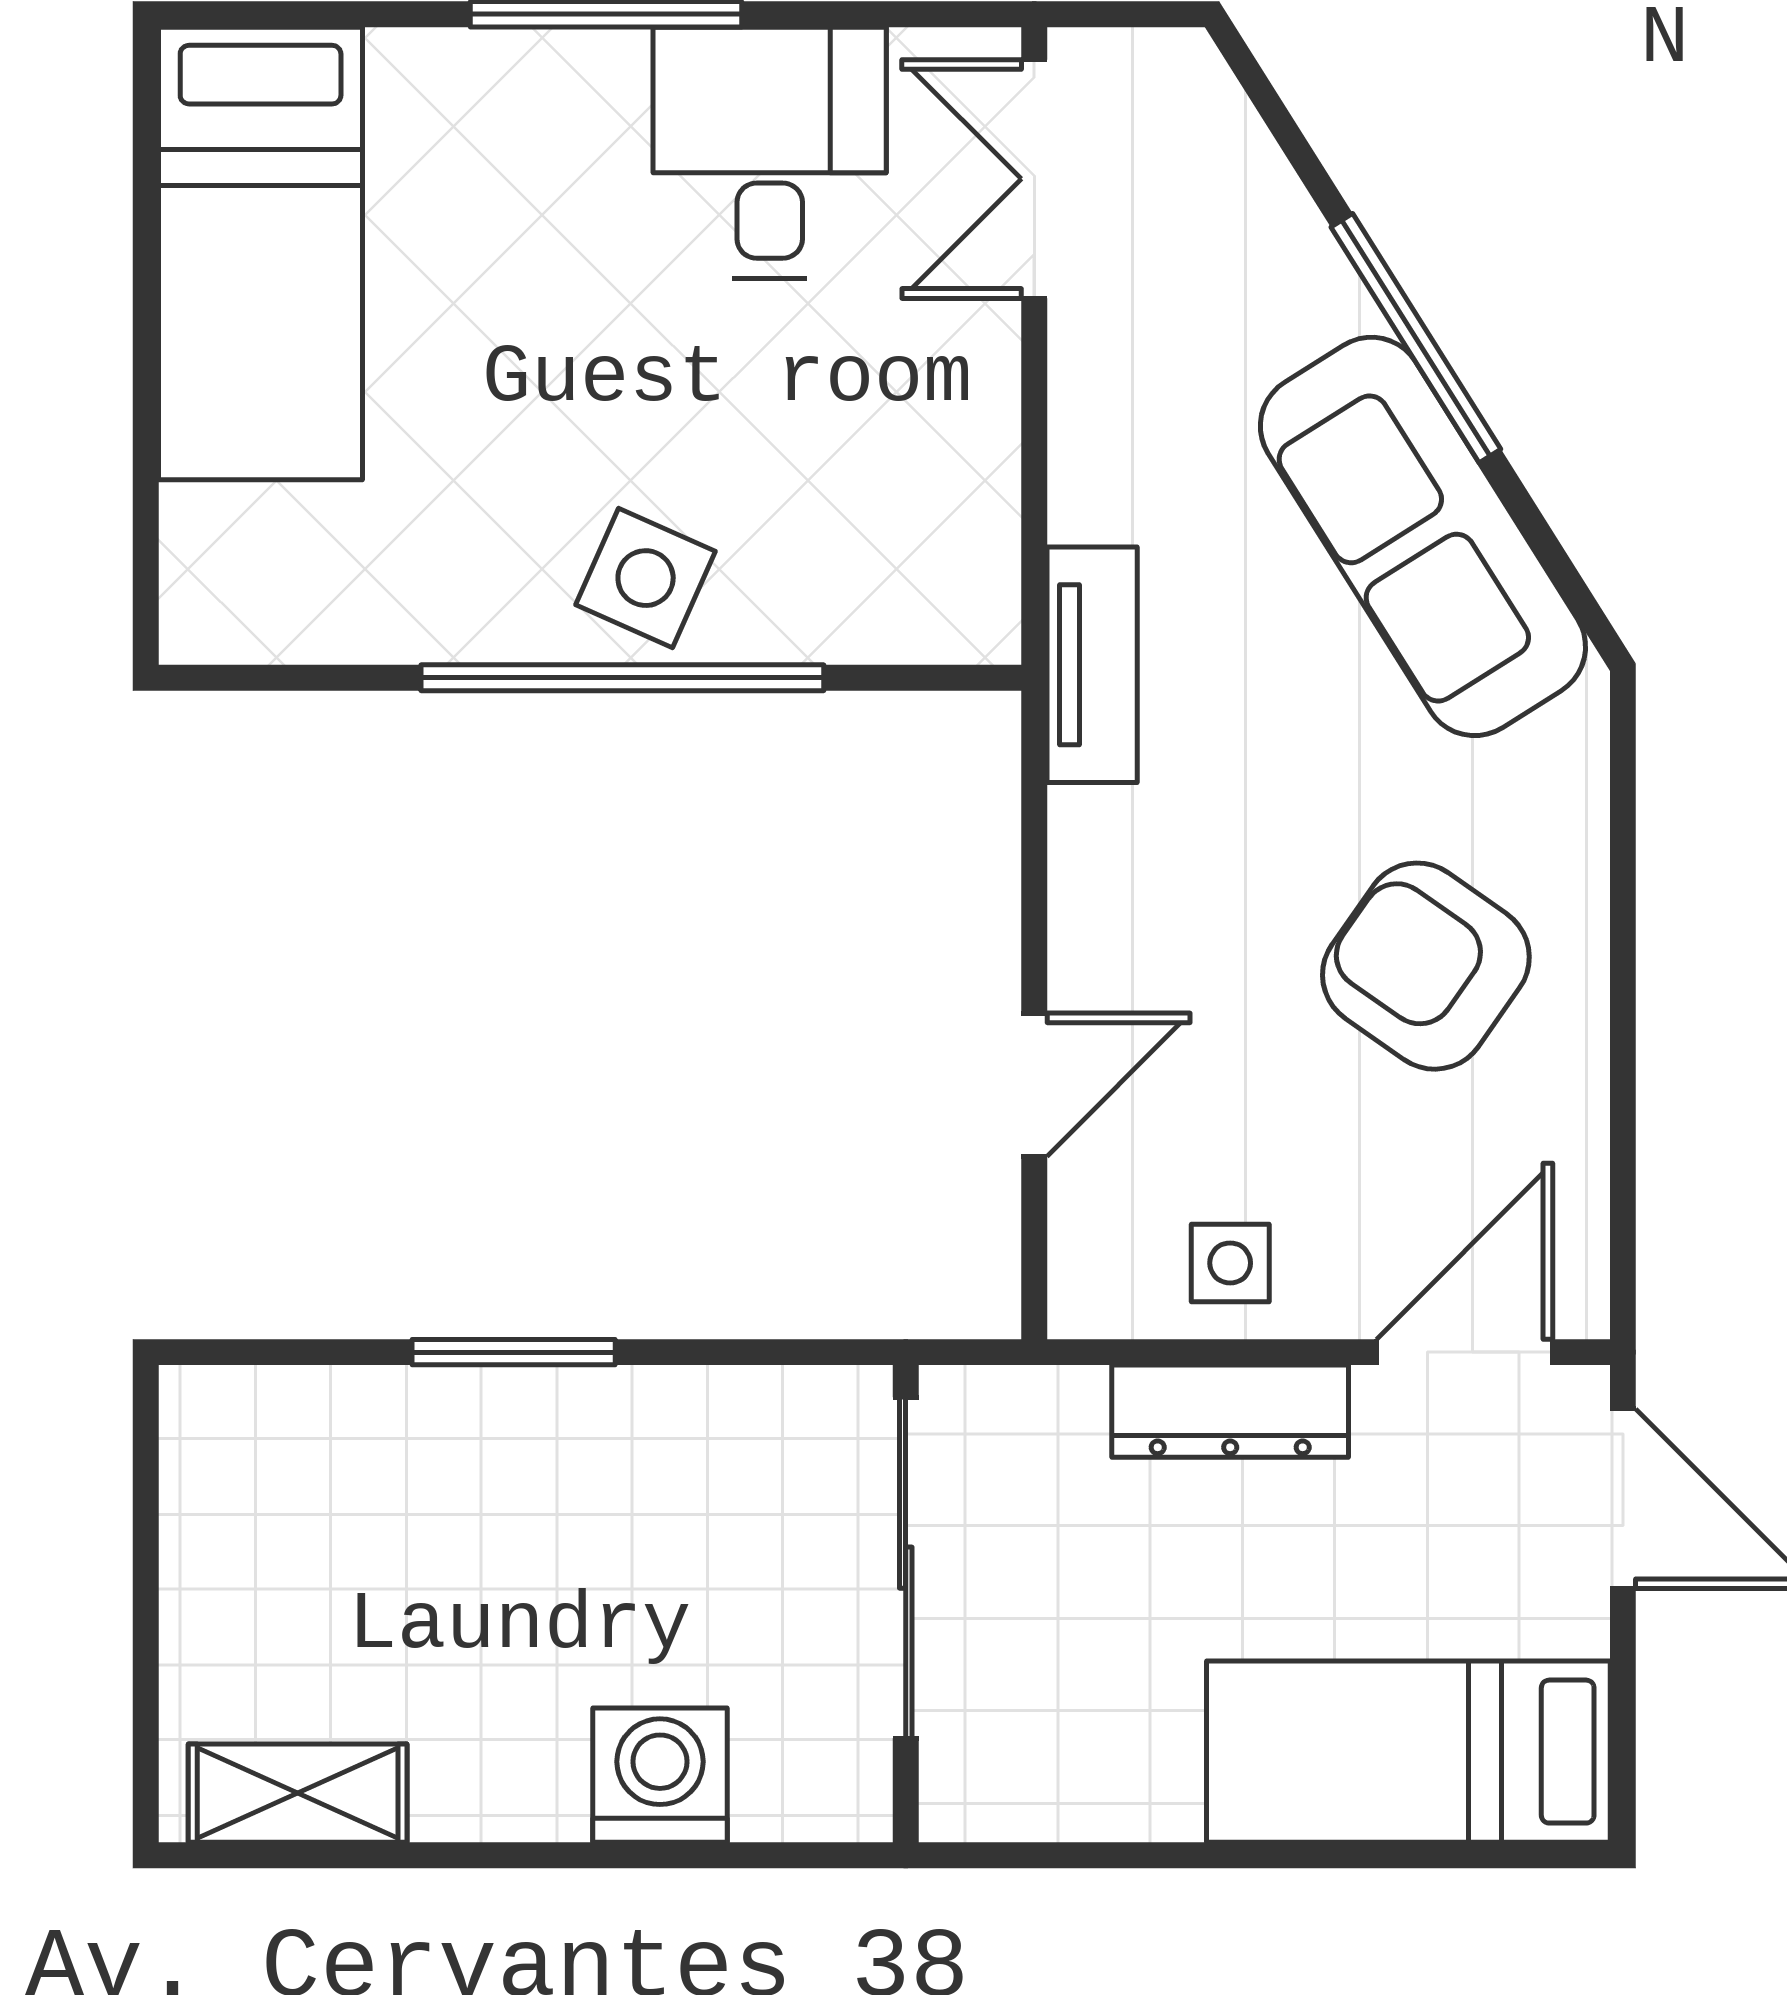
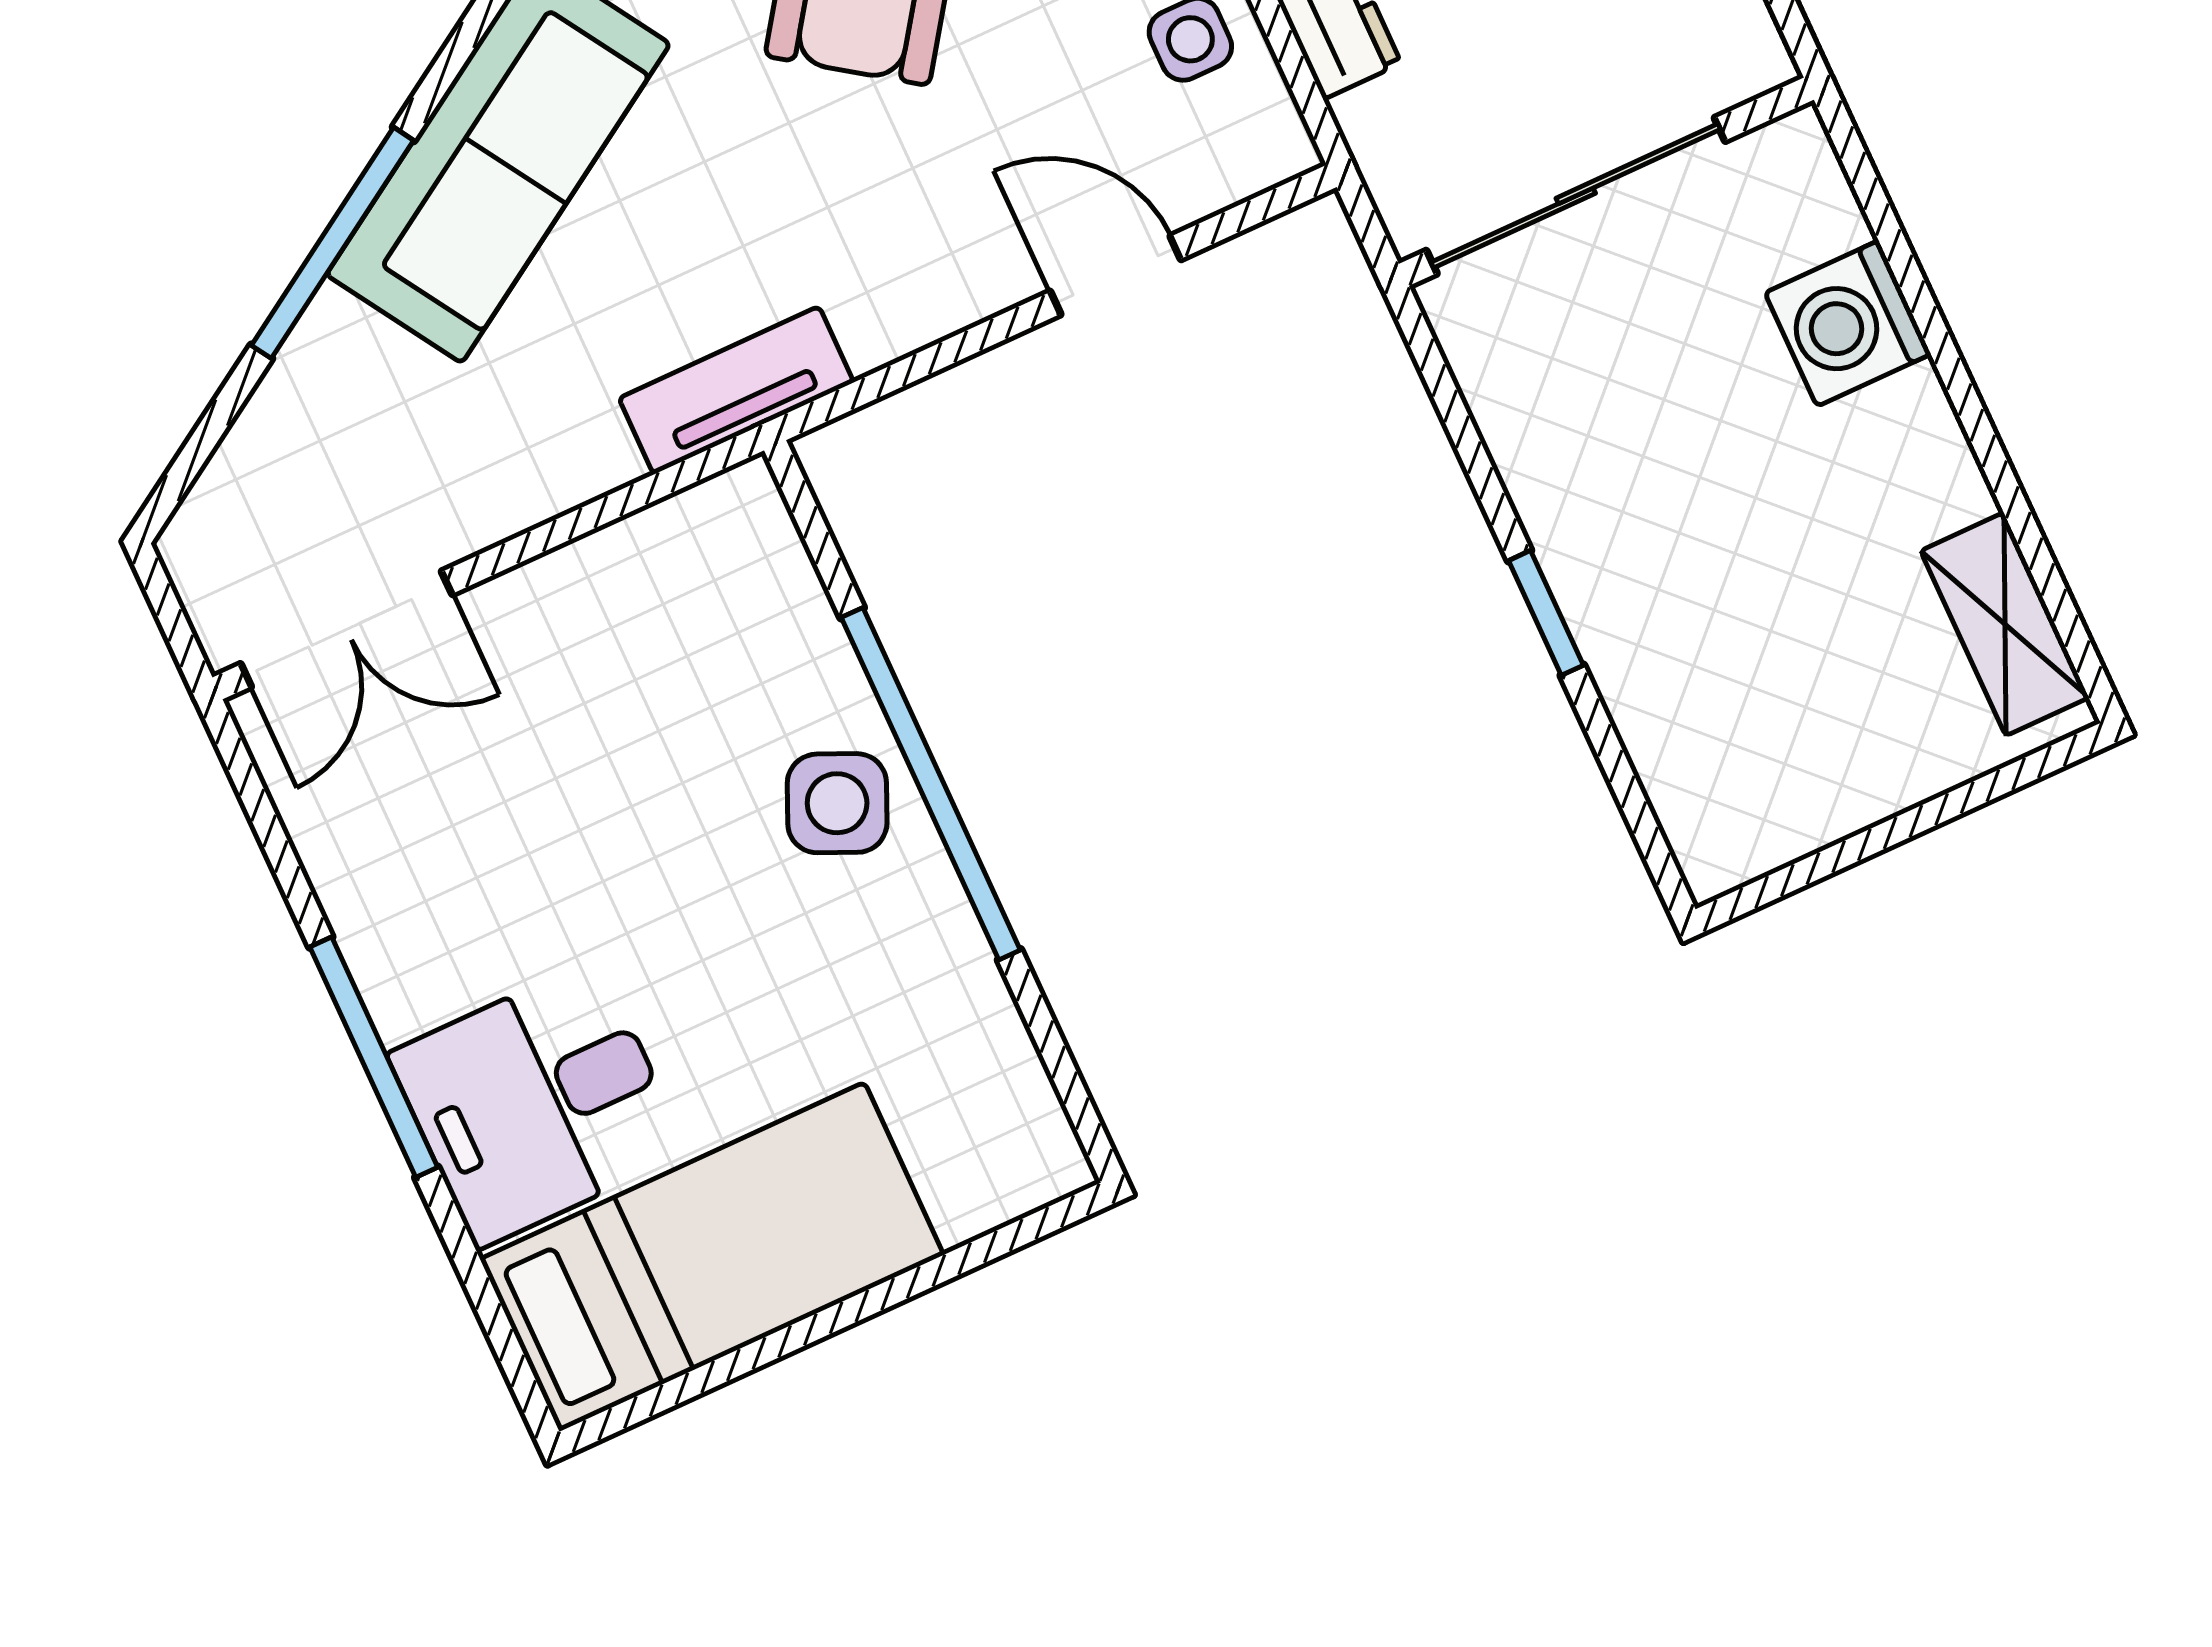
desk: (770, 153) -> (538, 1104), moved
window: (514, 1352) -> (1546, 613), width x0.67

